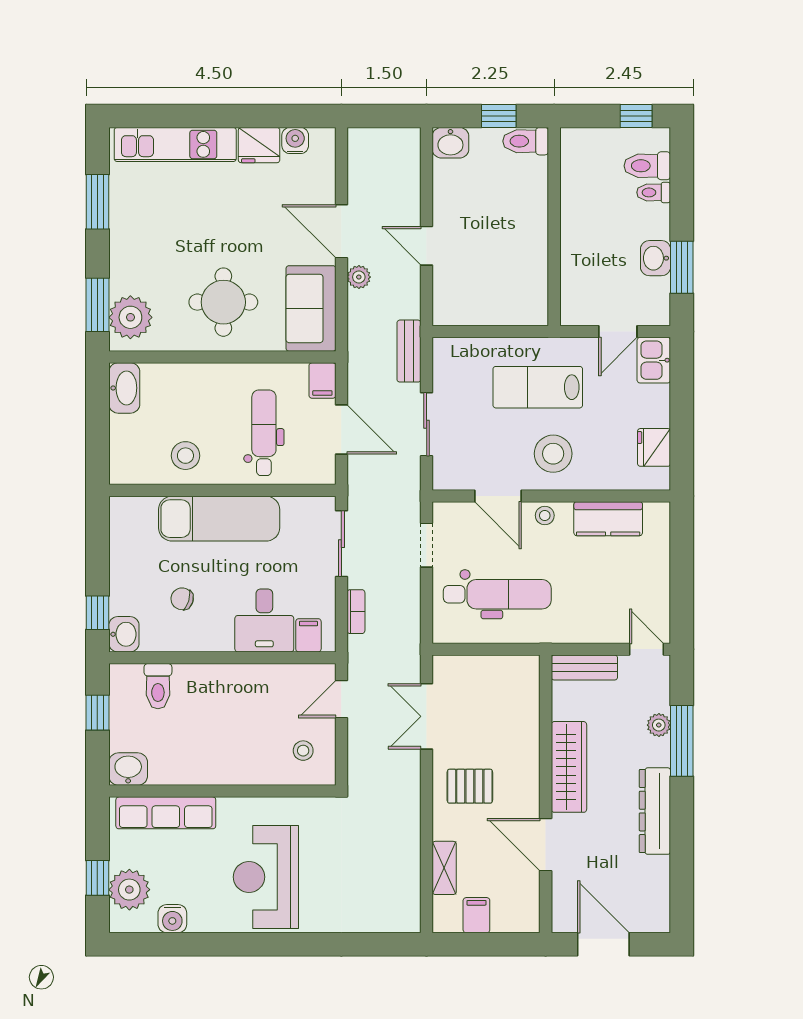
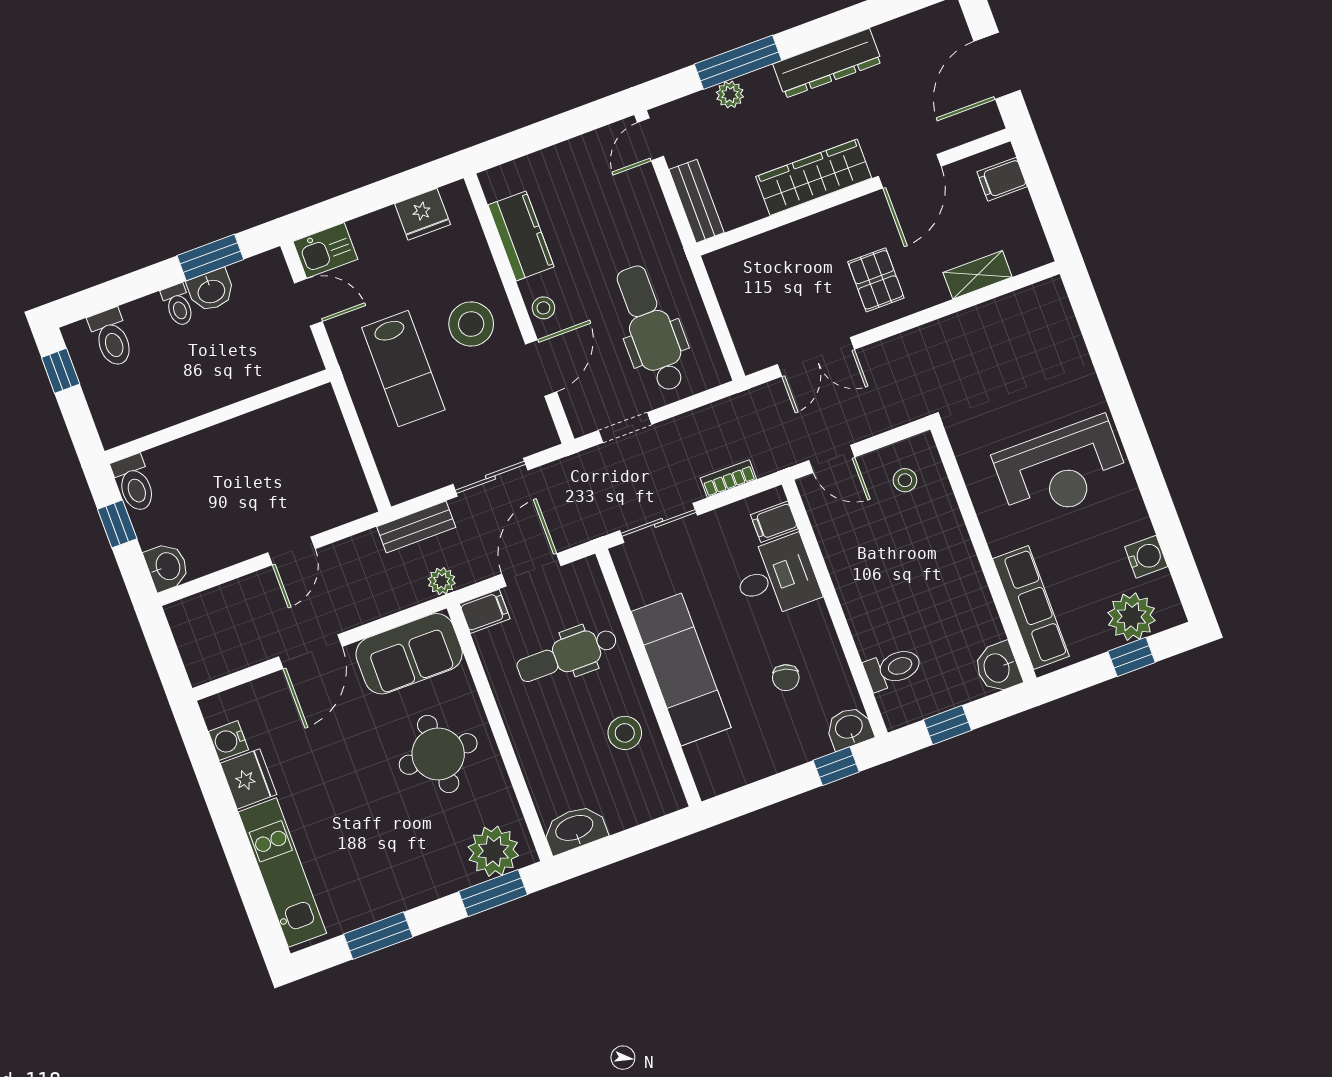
toilet: (654, 192) -> (178, 305), moved
plant: (359, 277) -> (442, 581), moved
filing cabinet: (476, 915) -> (1002, 179), moved

